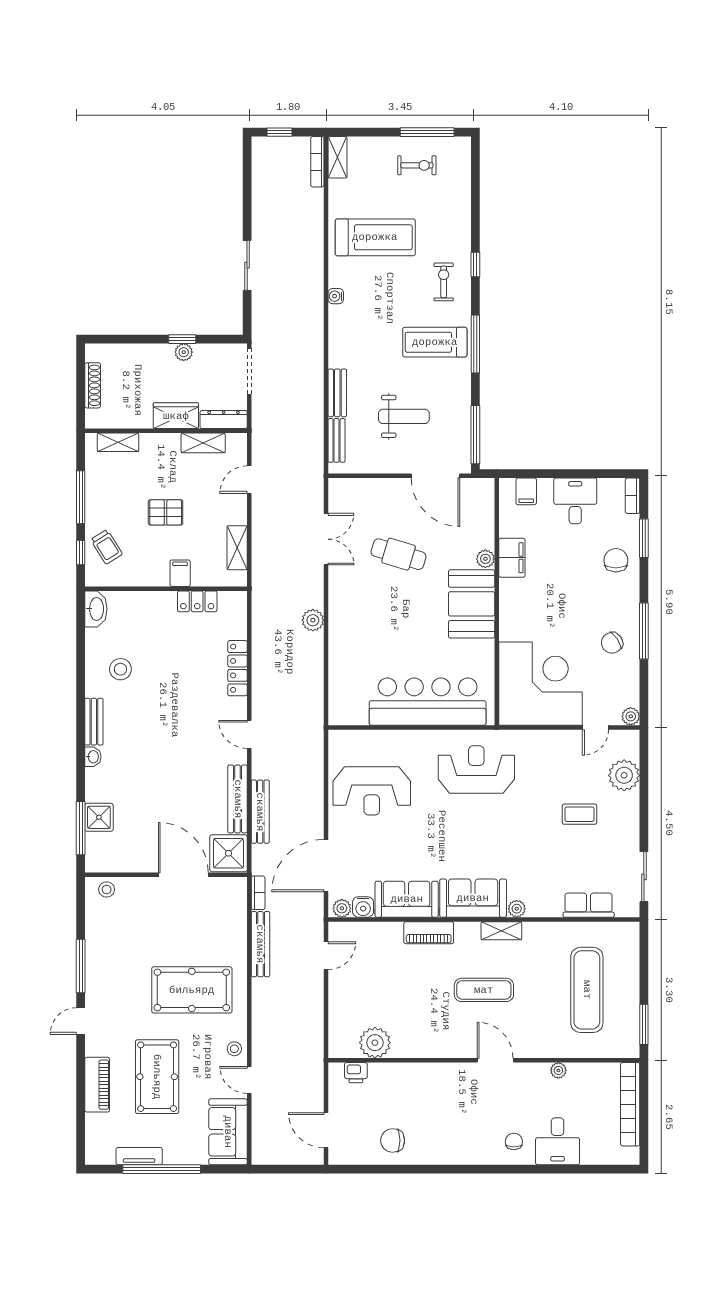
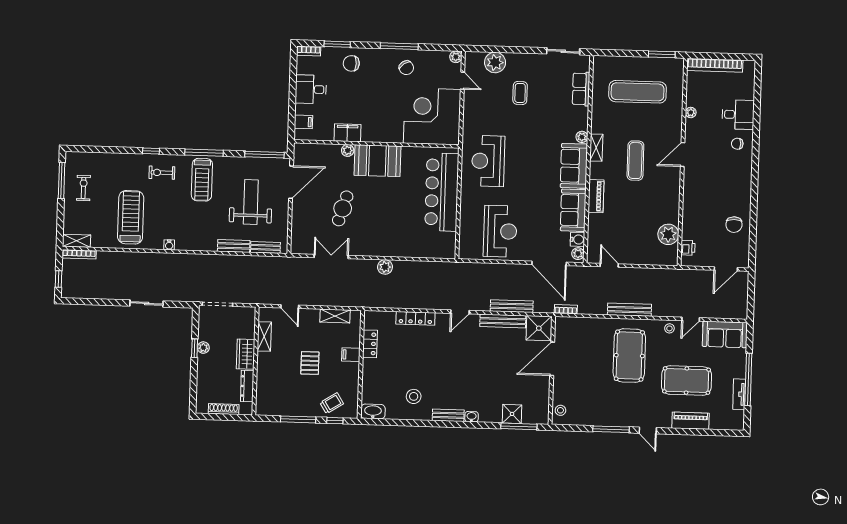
weight bench: (404, 416) -> (251, 202), width x1.36, depth x1.33
dresser: (224, 420) -> (247, 386), moved
shelving: (118, 442) -> (262, 393), removed
bench: (260, 944) -> (629, 310), moved

